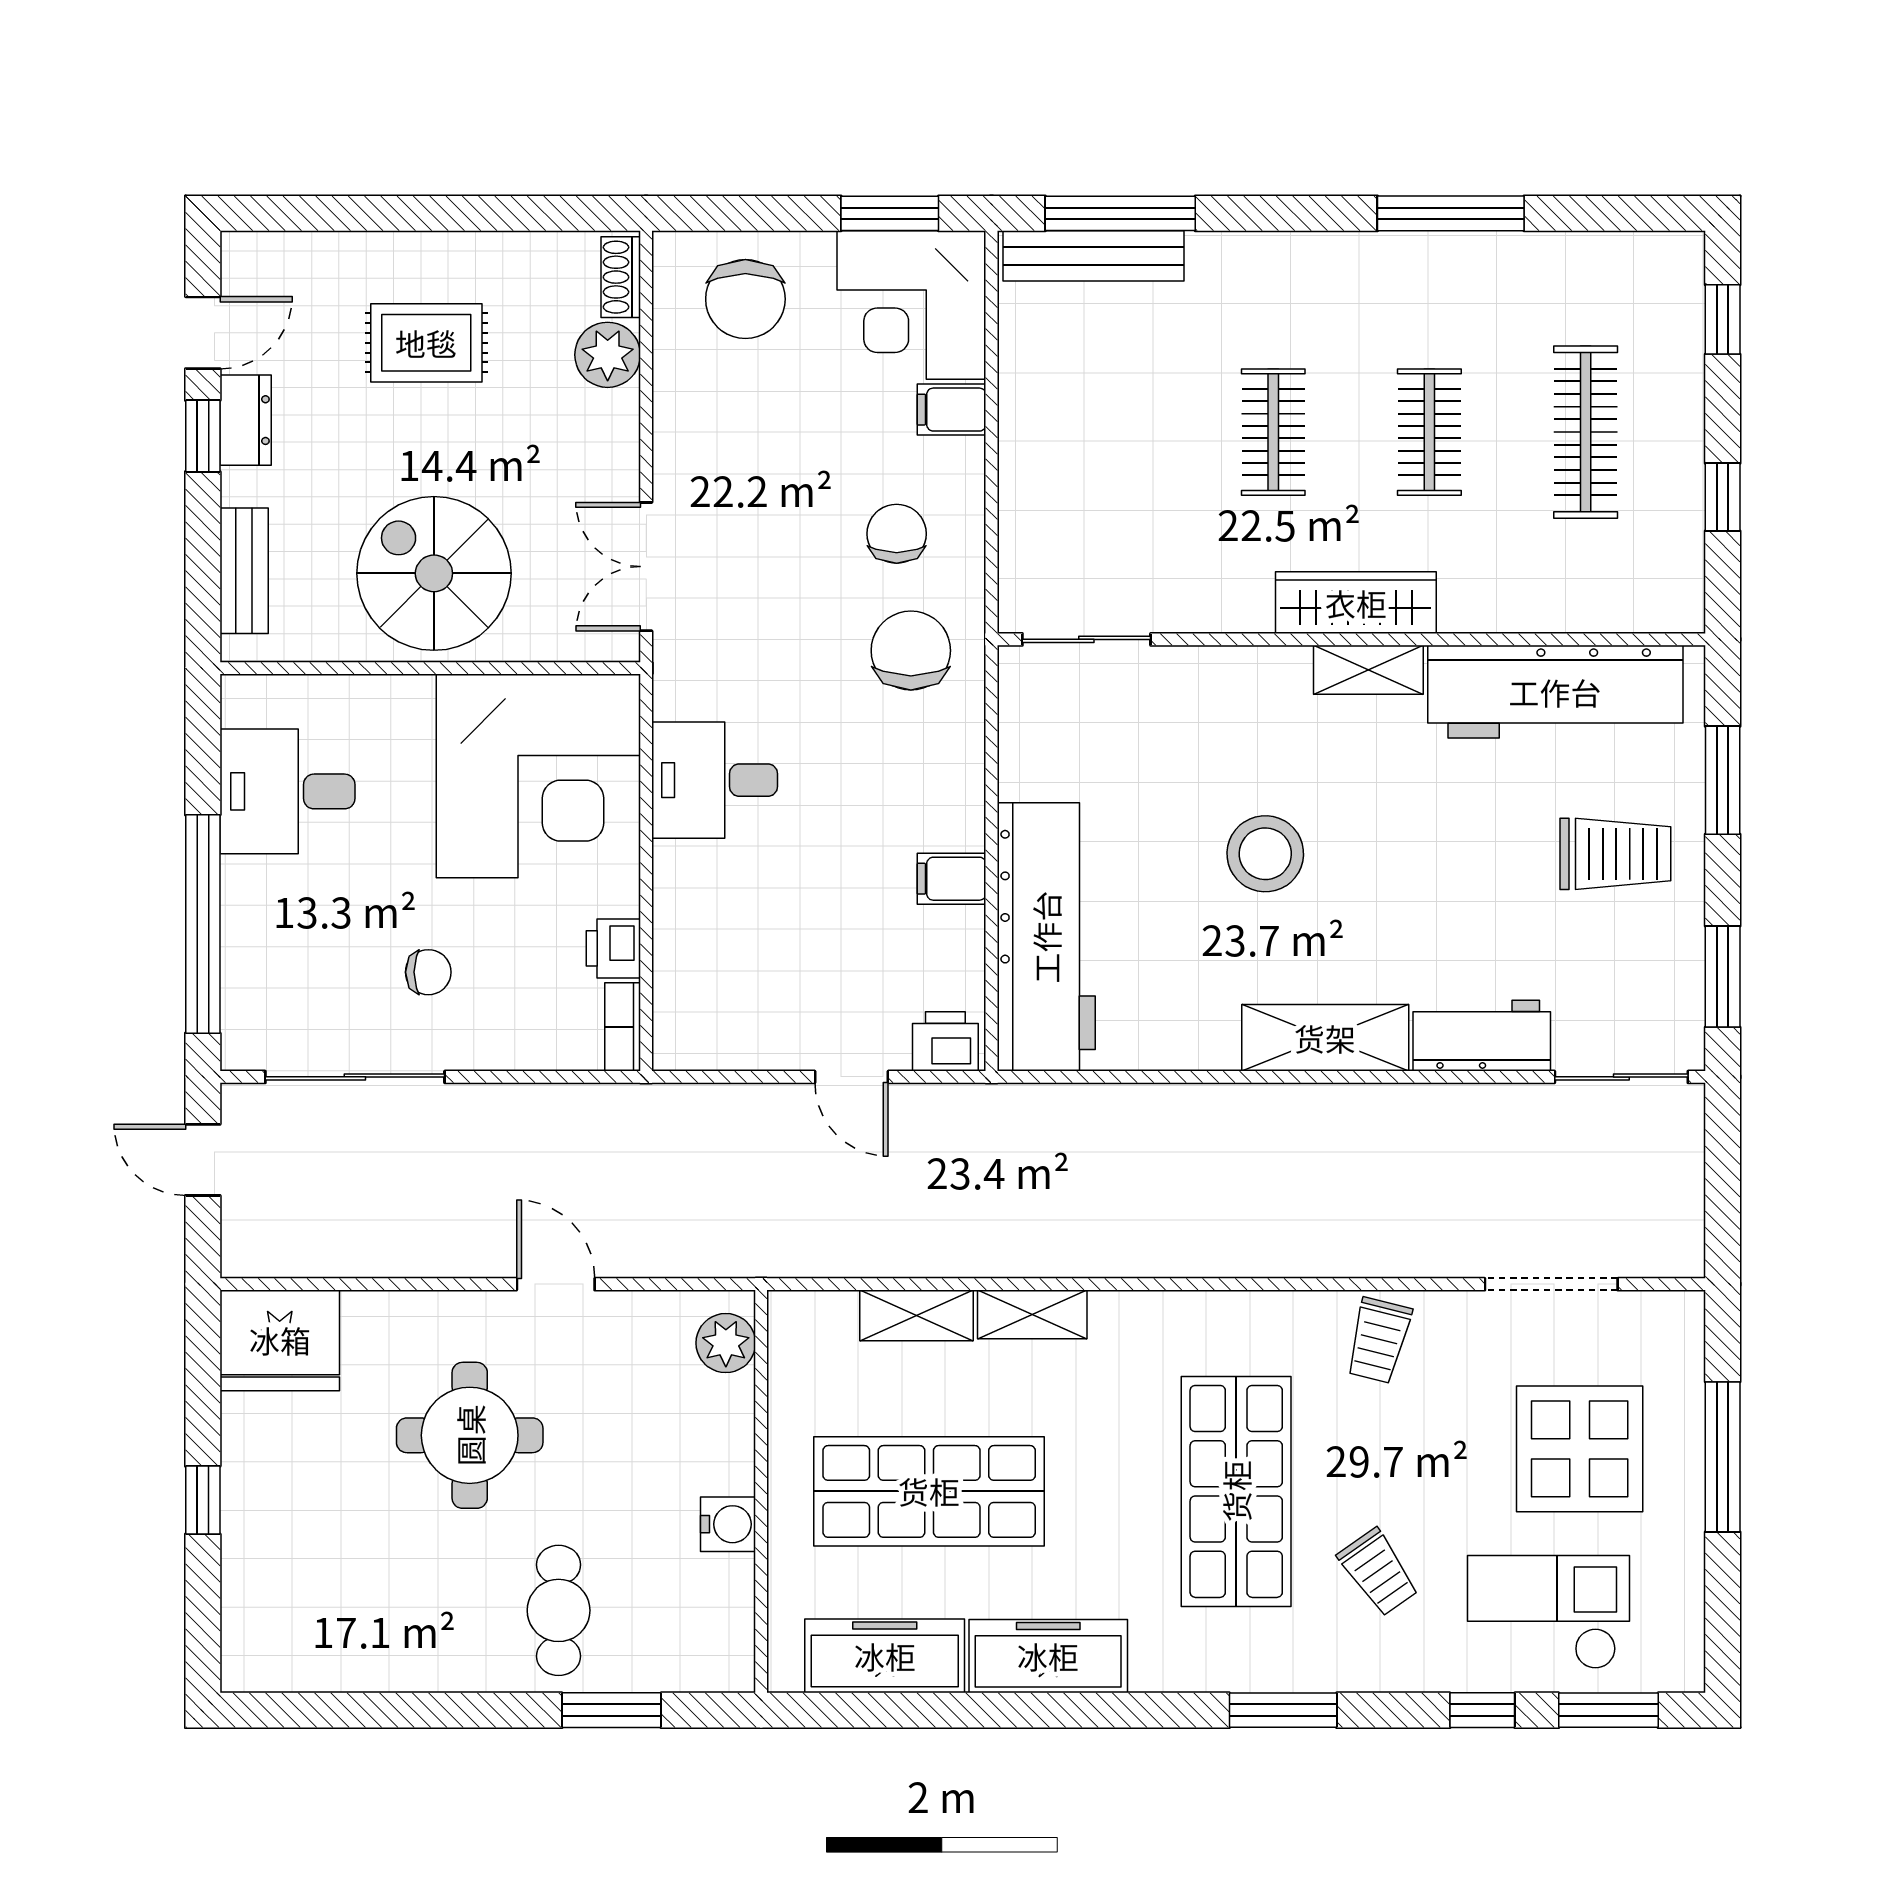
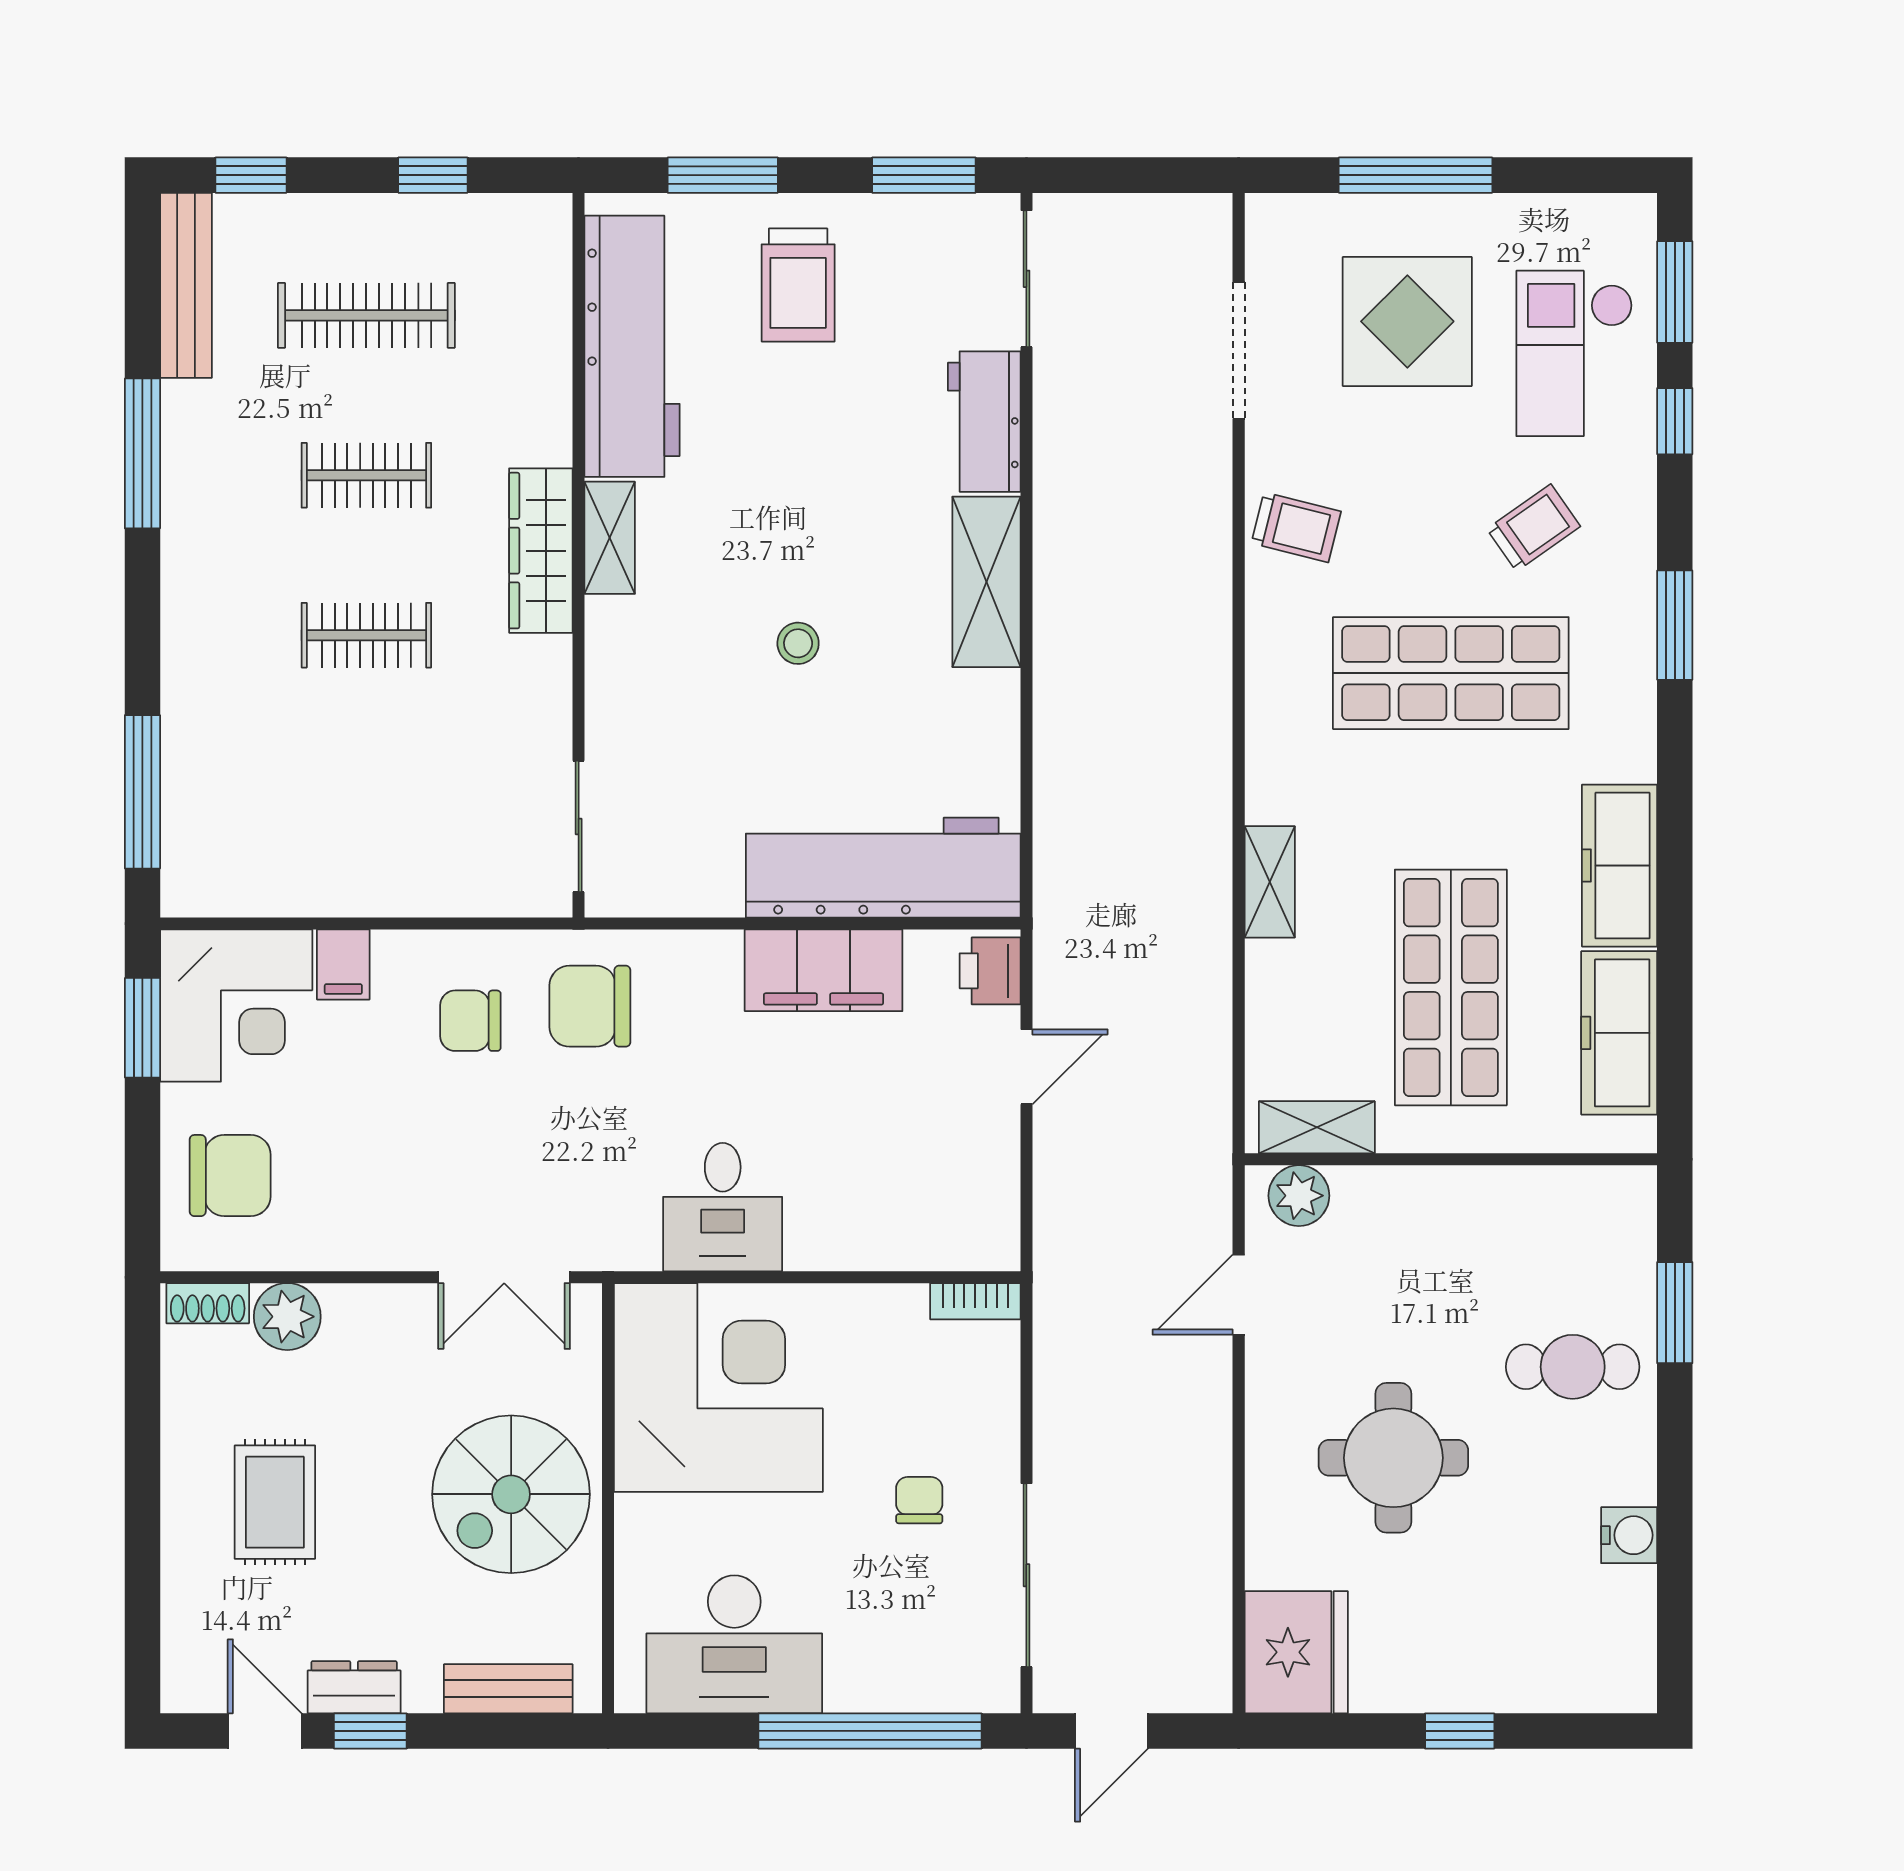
bench: (1094, 256) -> (186, 285), moved
desk: (287, 791) -> (734, 1644), width x1.37
stool: (1265, 854) -> (798, 643), width x0.53, depth x0.53
trolley: (1615, 854) -> (798, 285), turned 180
filing cabinet: (952, 879) -> (824, 970), width x3.00, depth x1.17
printer: (613, 948) -> (895, 1311), removed
door: (556, 1284) -> (1239, 1295), moved
shelving: (916, 1315) -> (1317, 1127), moved, turned 90
water cooler: (728, 1524) -> (1629, 1535), moved, turned 90

